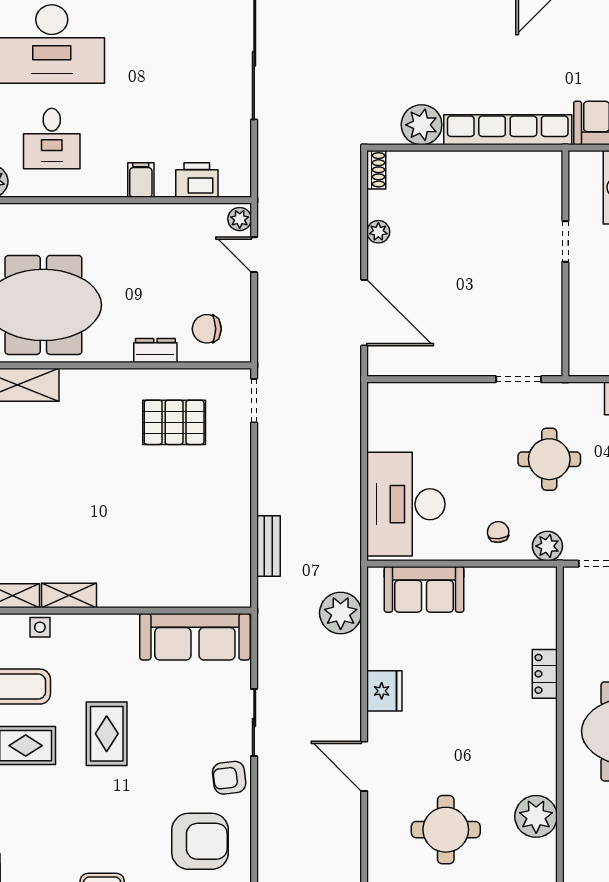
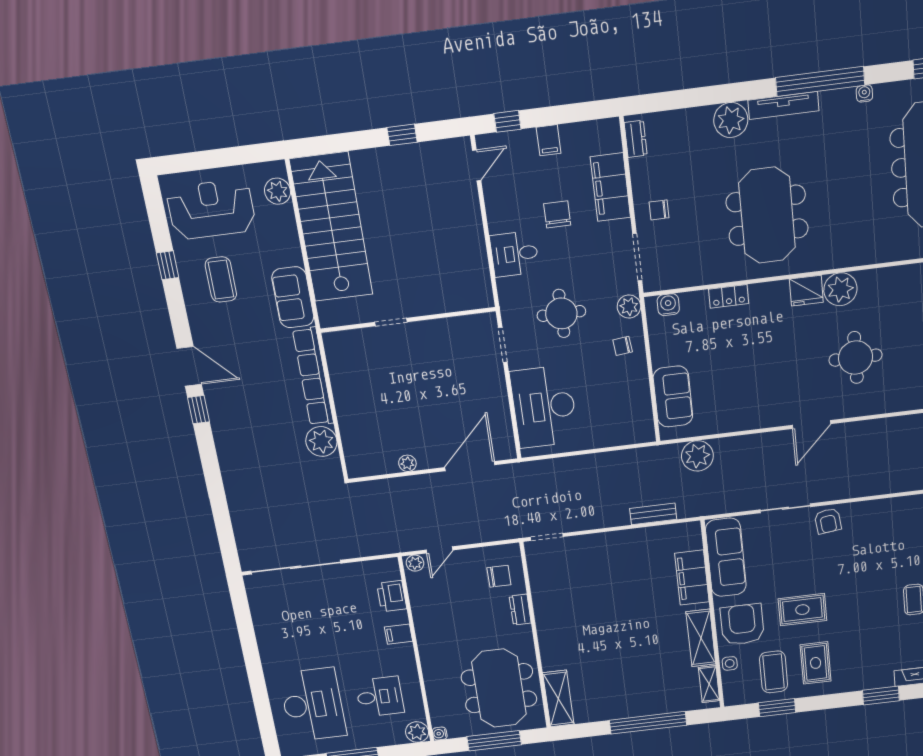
shoe rack: (376, 170) -> (361, 470), removed
chair: (207, 329) -> (499, 576), turned -90
pallet: (174, 422) -> (571, 591), removed
desk: (406, 504) -> (544, 407), moved, turned 90
filing cabinet: (172, 588) -> (692, 578), added
shelving: (69, 595) -> (701, 638), width x1.50, depth x1.33
water cooler: (544, 596) -> (668, 305), added
fridge: (384, 691) -> (806, 291), moved, turned 180
armchair: (200, 841) -> (742, 624), moved

